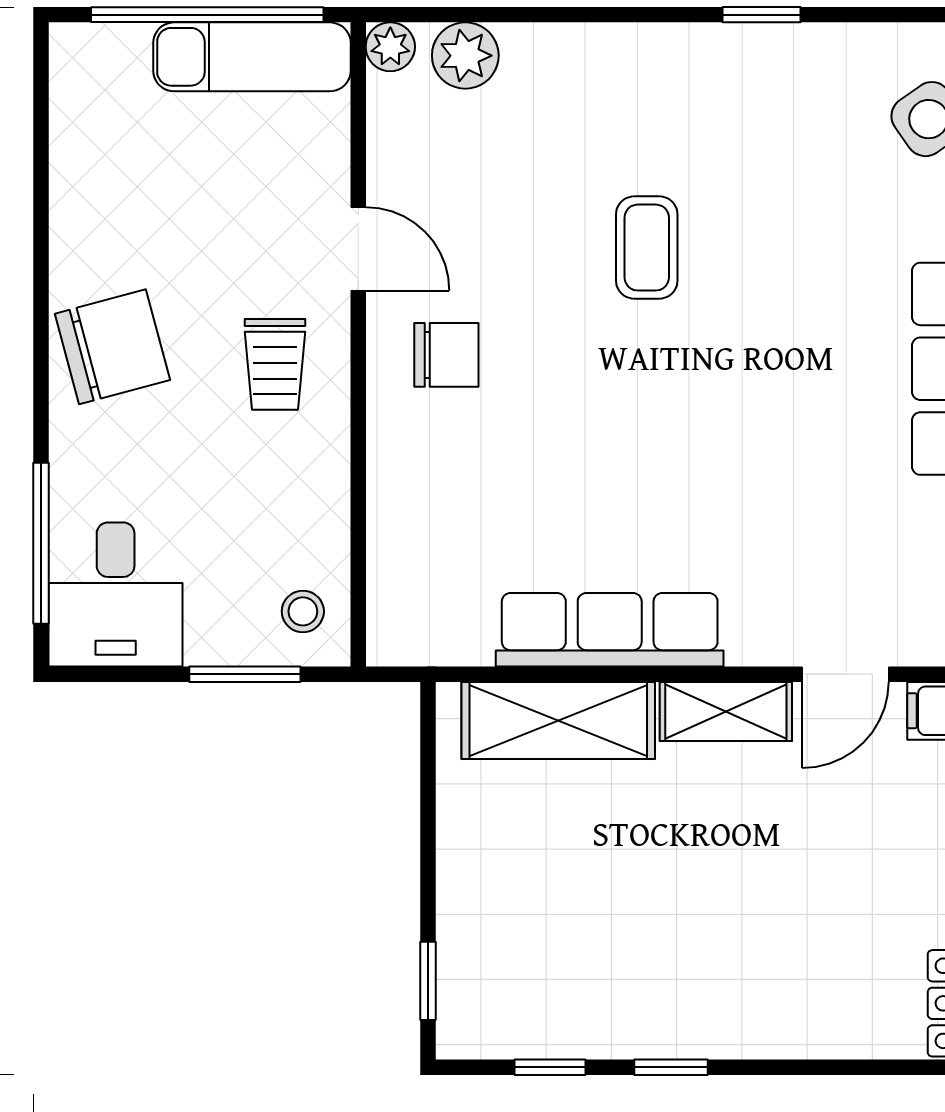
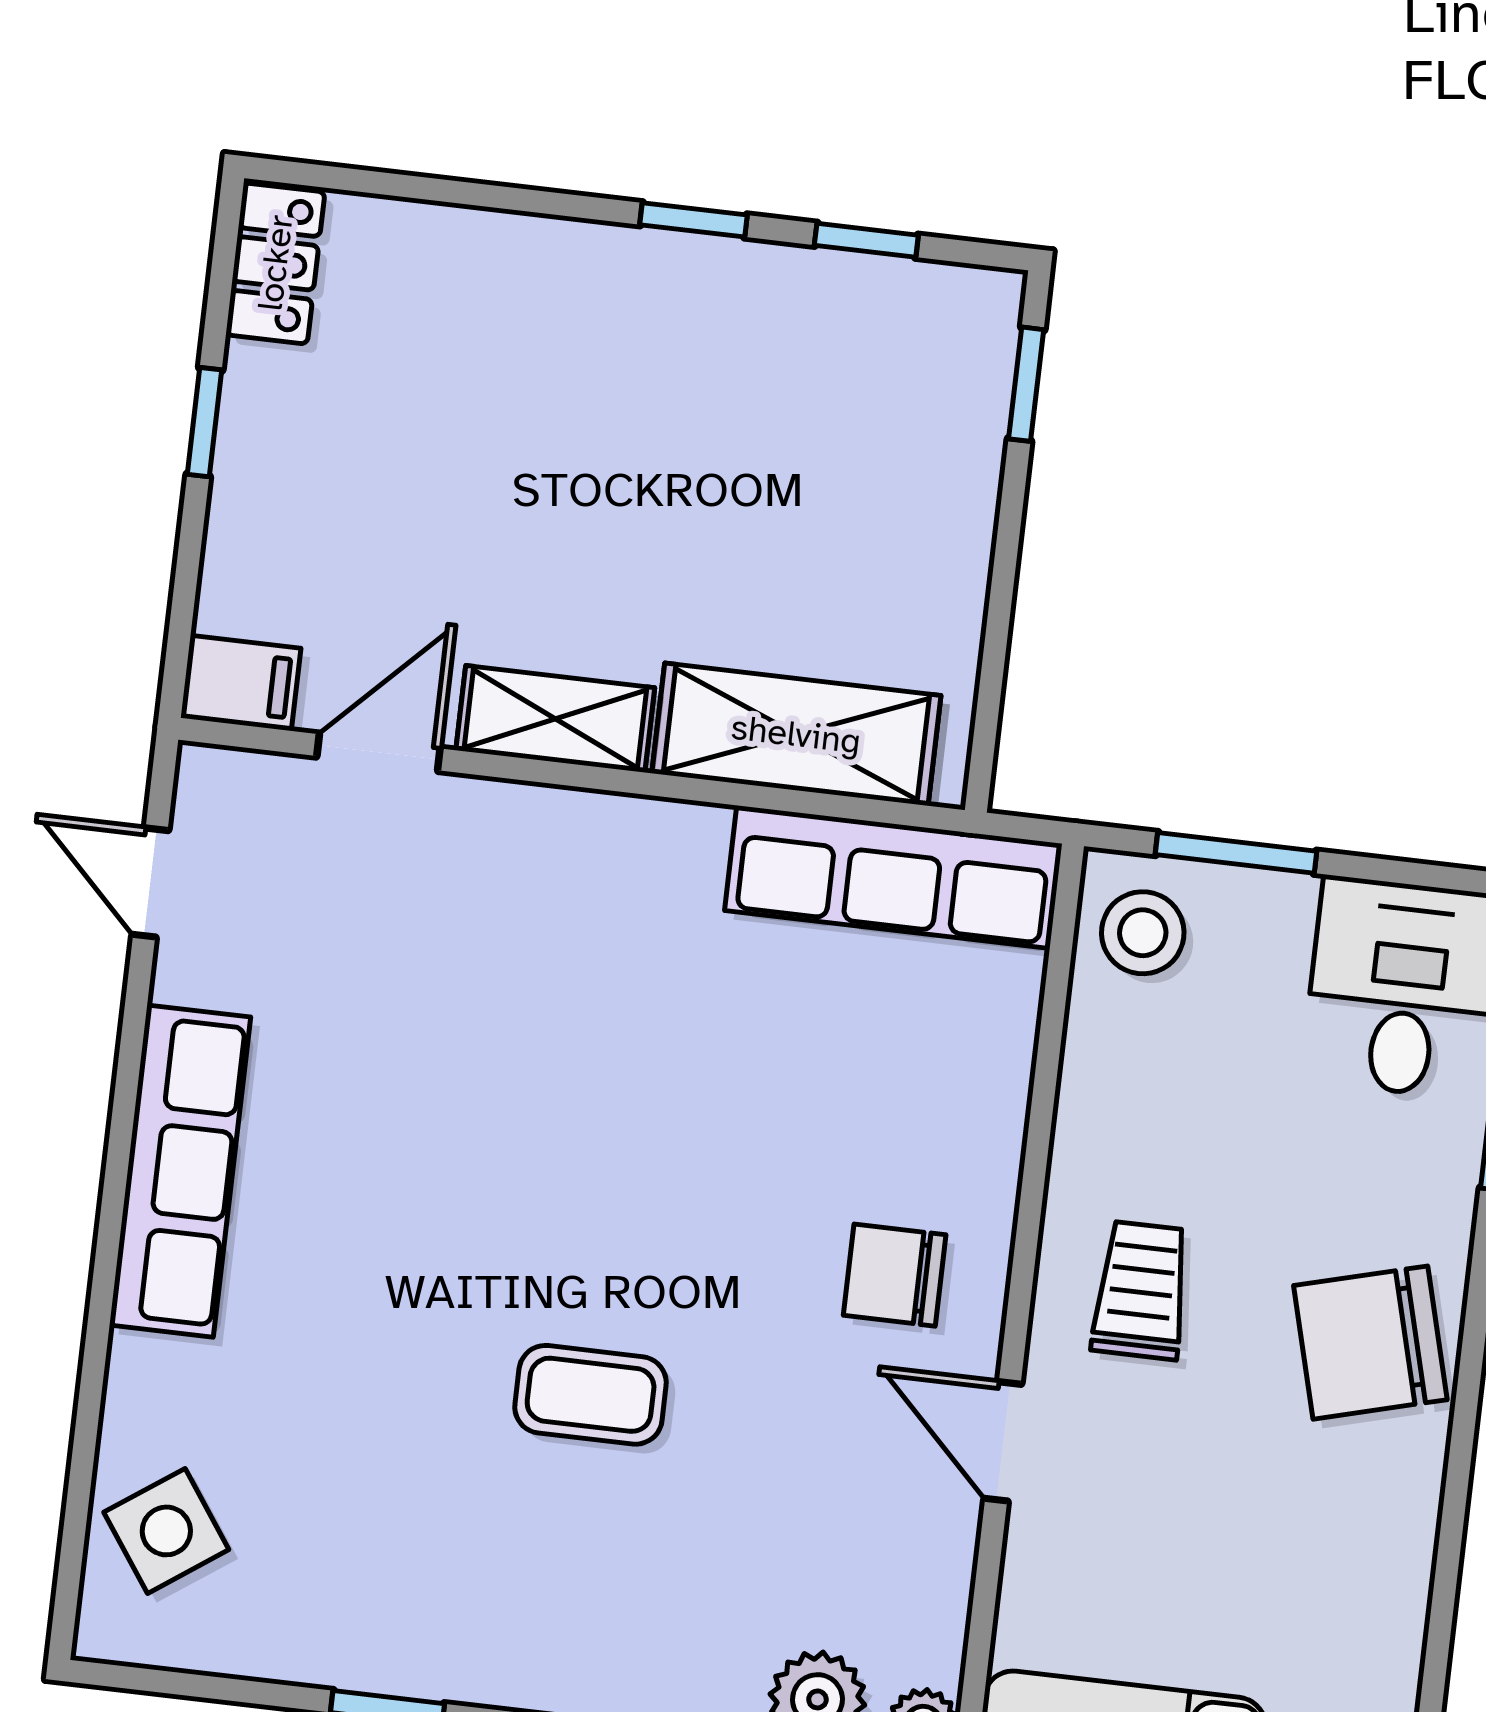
coffee table: (647, 248) -> (591, 1395), turned 90
stool: (303, 611) -> (1143, 933), width x1.37, depth x1.37
row of seats: (610, 630) -> (893, 877), moved

